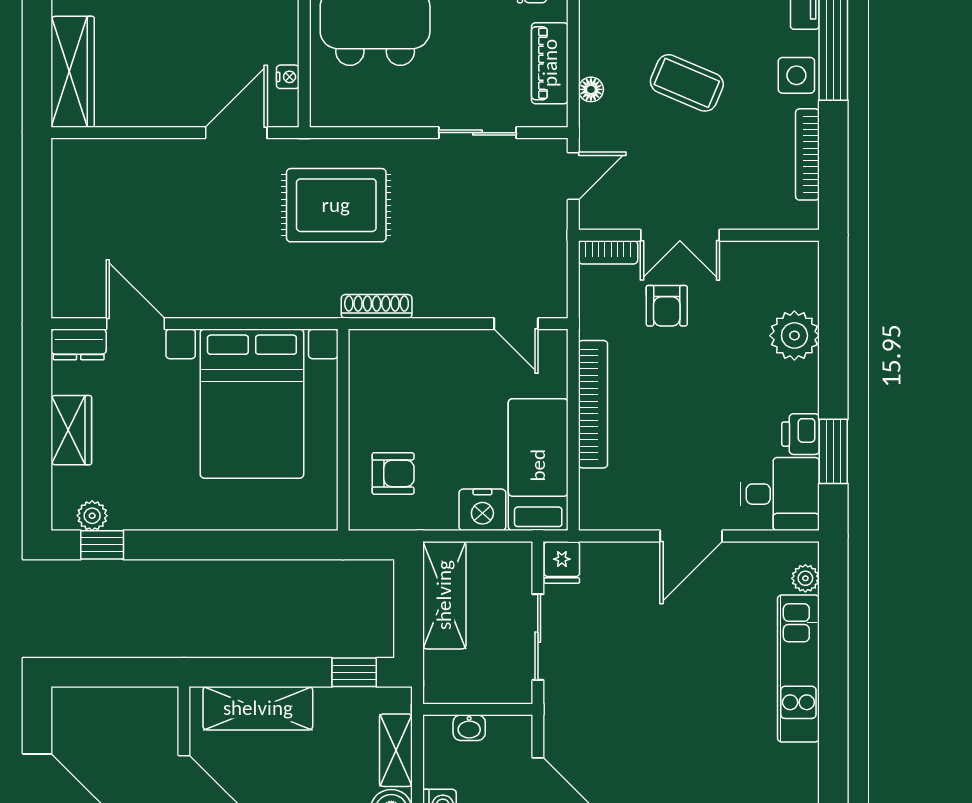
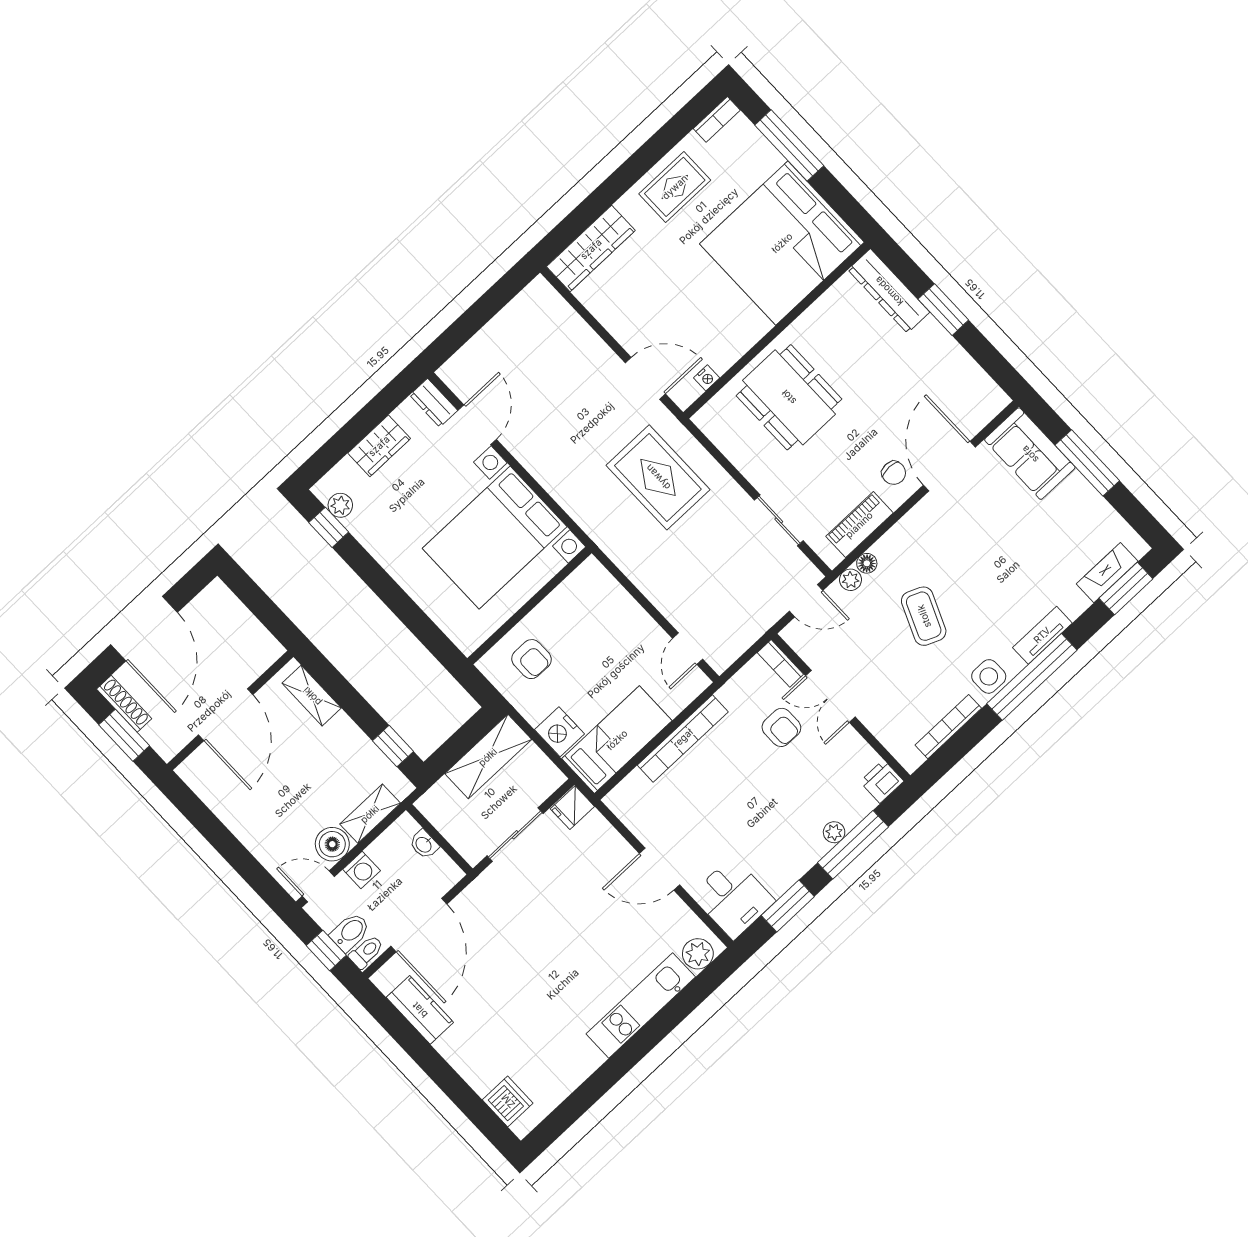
plant: (592, 118) -> (851, 580), added
shoe rack: (377, 306) -> (621, 557), removed
armchair: (667, 306) -> (781, 727), turned -90
plant: (794, 336) -> (834, 832), width x0.53, depth x0.53
window: (833, 341) -> (853, 845), added
printer: (801, 434) -> (882, 781), moved
plant: (805, 578) -> (698, 954), width x1.38, depth x1.38
shelving: (258, 708) -> (312, 696), width x0.67, depth x0.75

